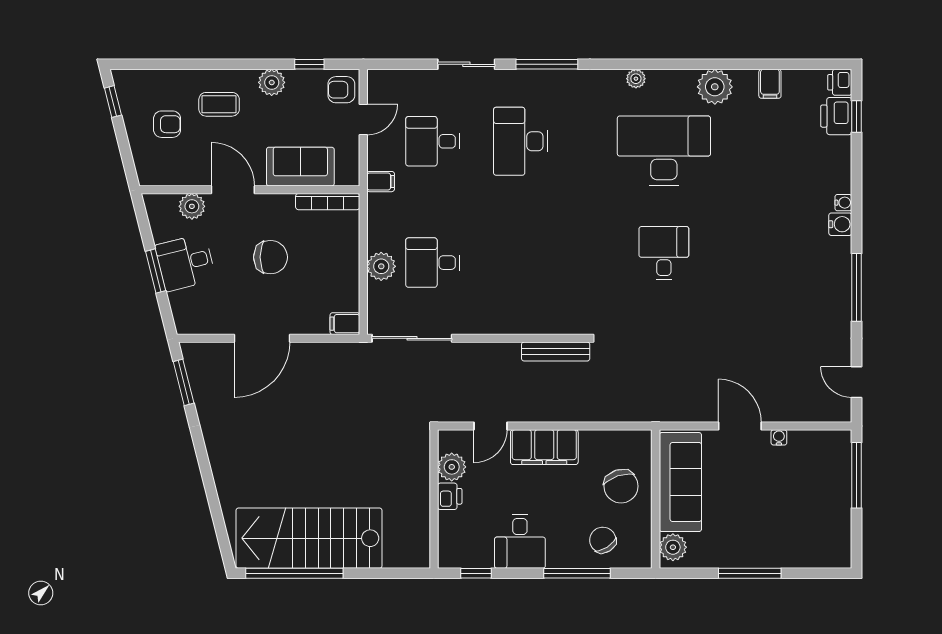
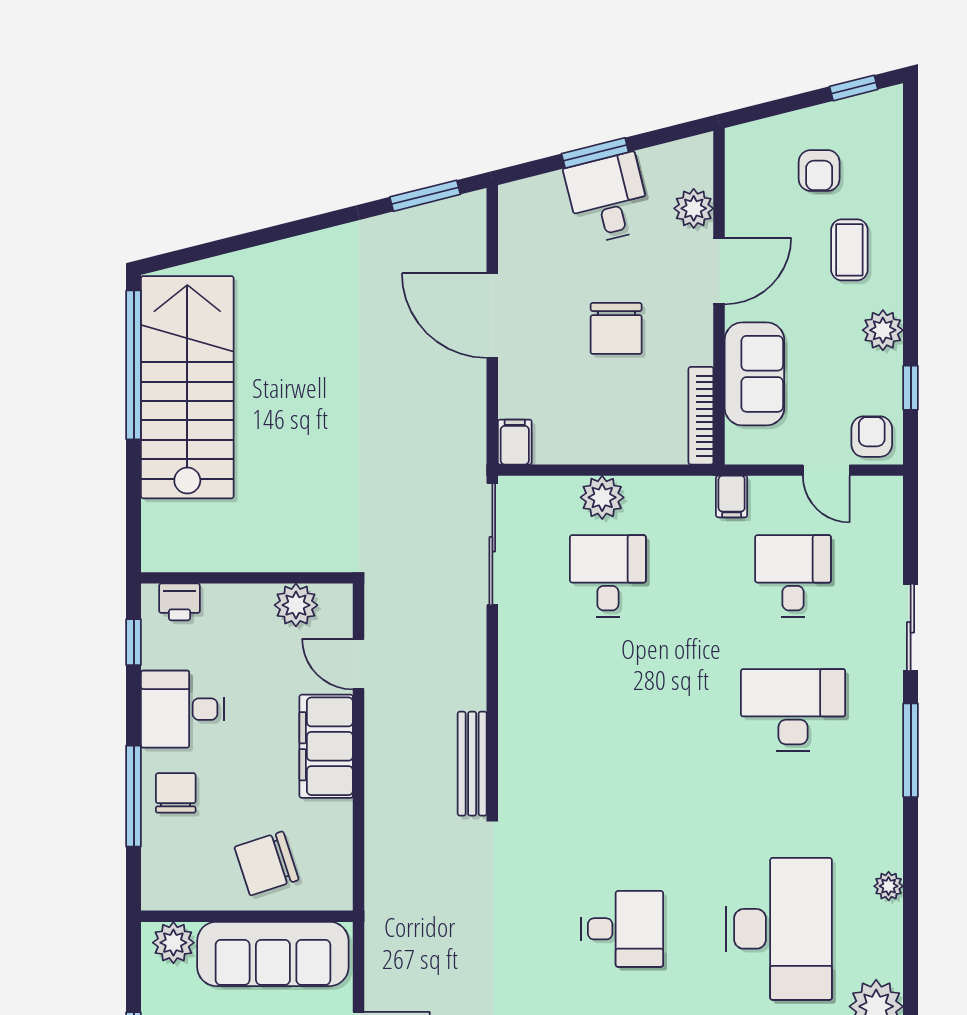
printer: (450, 496) -> (180, 602), moved
chair: (603, 540) -> (176, 793), moved, turned -57

